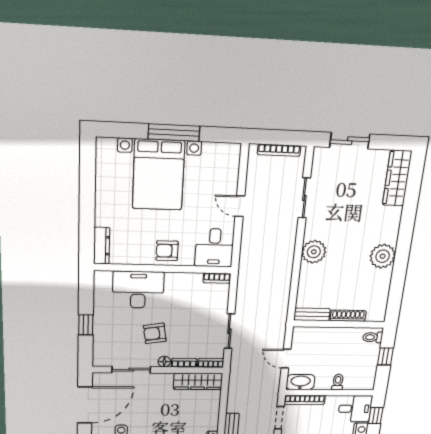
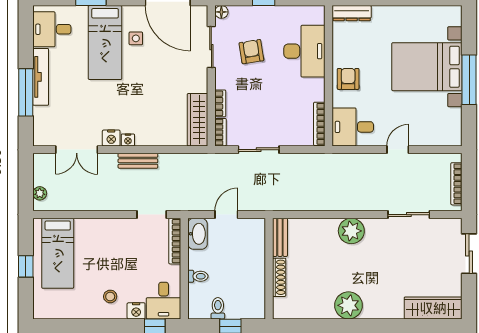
bookcase: (217, 278) -> (319, 124), width x1.56
armchair: (155, 333) -> (251, 52), moved
toilet: (373, 337) -> (218, 308), moved
floor lamp: (164, 362) -> (221, 12), moved

